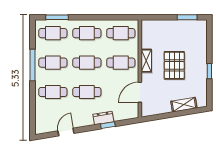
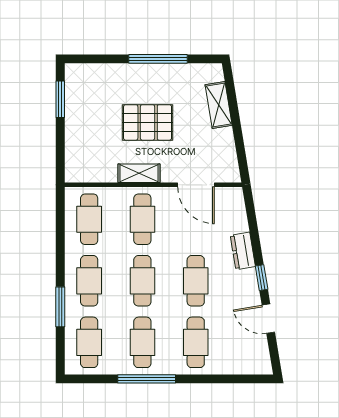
window: (57, 17) -> (60, 307), moved
window: (209, 71) -> (158, 59), width x2.17
window: (108, 125) -> (262, 278), moved

